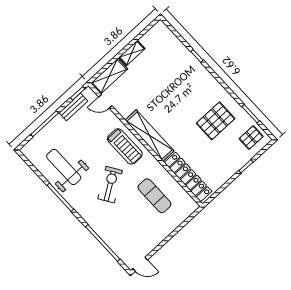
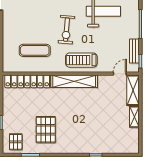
exercise bike: (110, 185) -> (66, 30), turned 38

